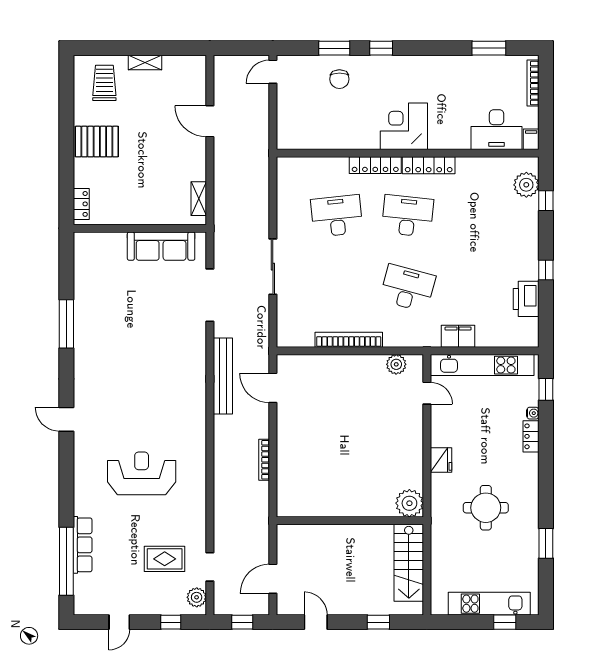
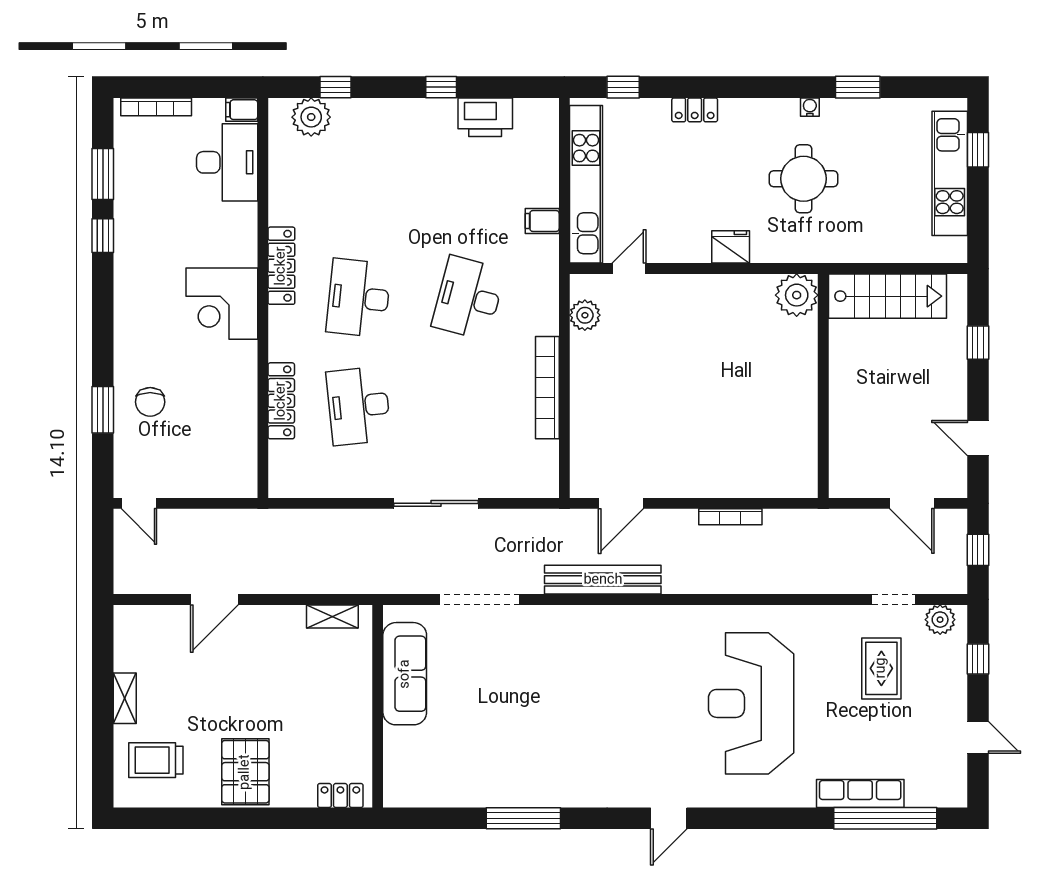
window: (381, 48) -> (103, 236), moved
chair: (339, 79) -> (150, 402), turned 90
locker: (375, 165) -> (281, 401), moved
filing cabinet: (458, 336) -> (542, 221), width x0.50
water cooler: (533, 413) -> (810, 107), moved
reception desk: (142, 473) -> (751, 703), width x1.36, depth x1.30
door: (316, 622) -> (978, 438), hinge flipped

